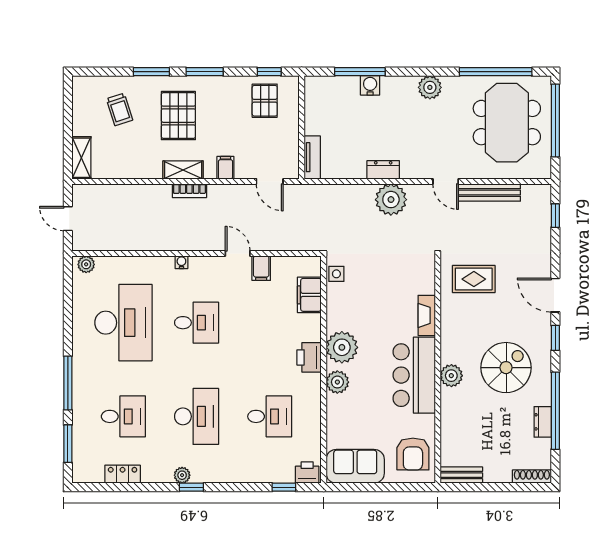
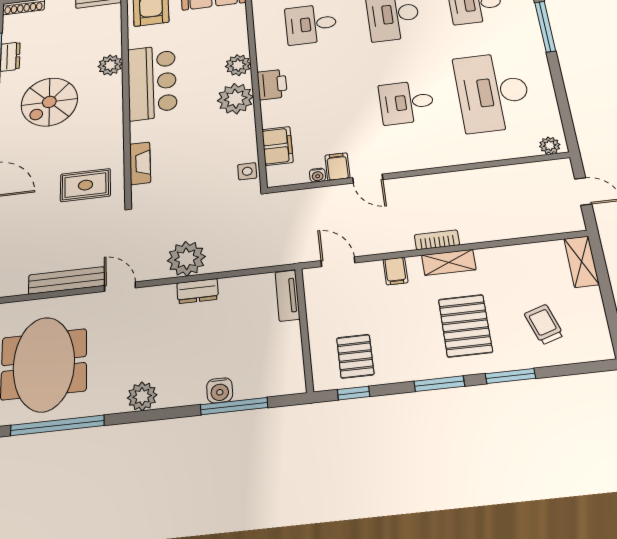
water cooler: (181, 262) -> (318, 175), moved
fireplace: (427, 315) -> (140, 163), moved
plant: (451, 376) -> (110, 65), moved

